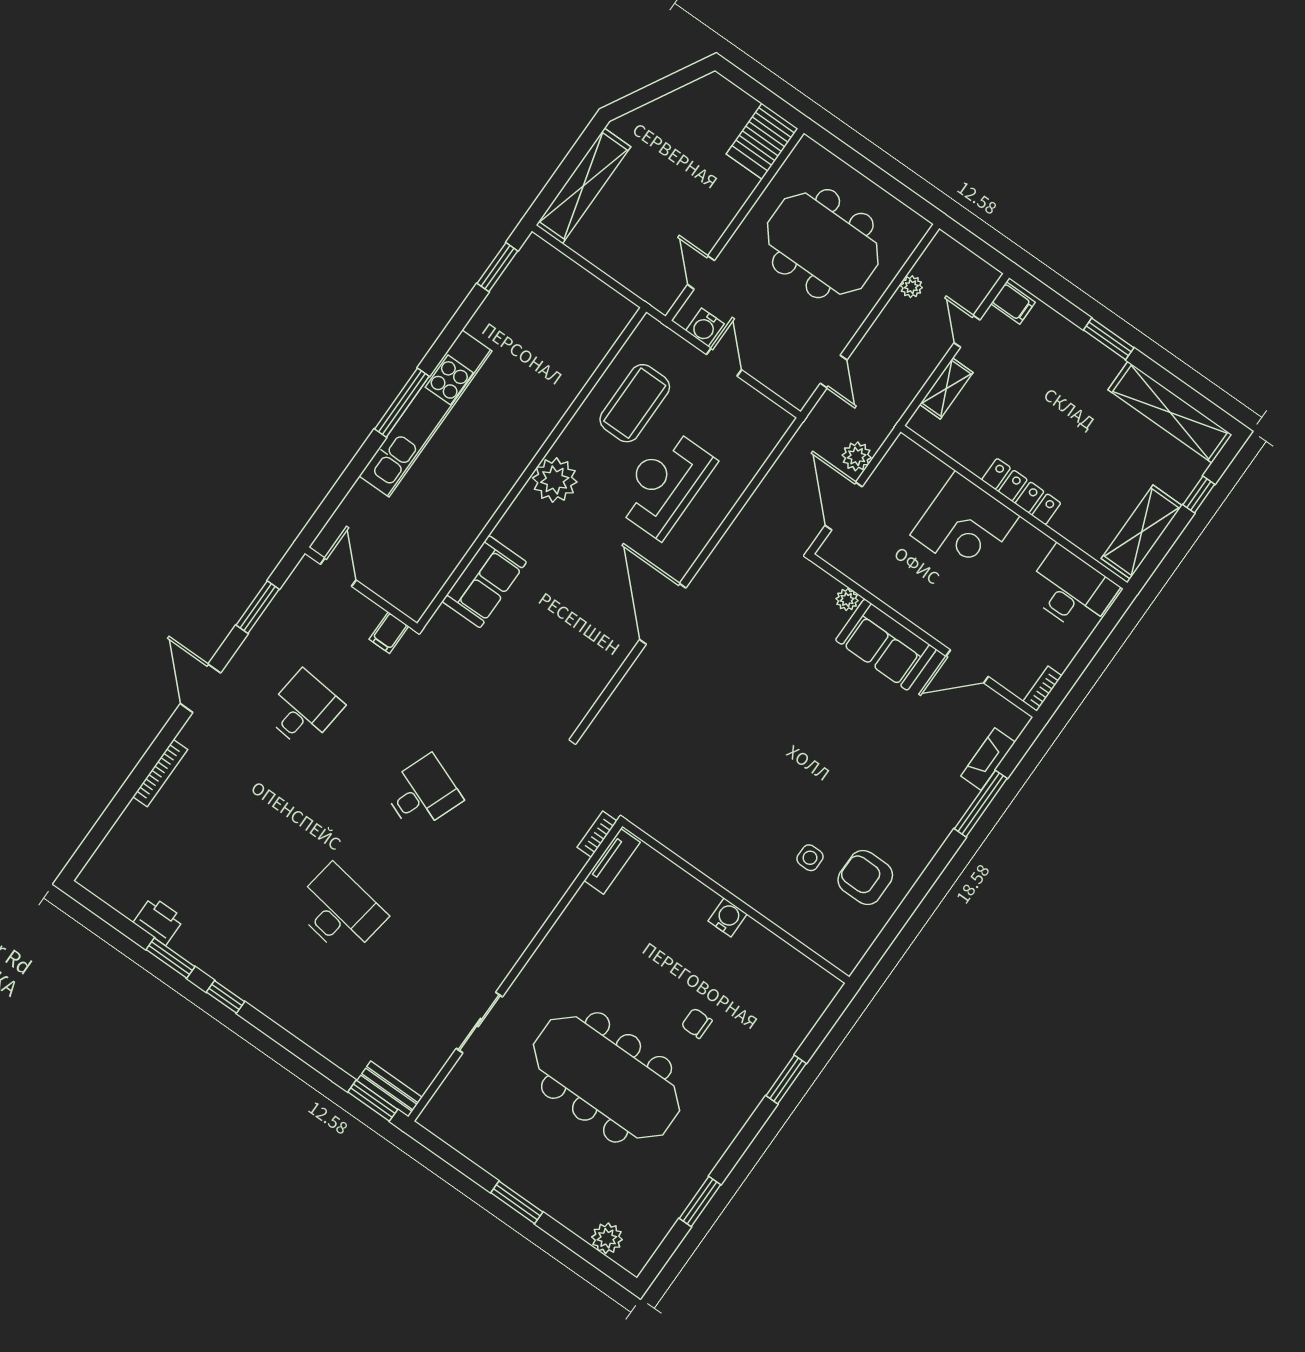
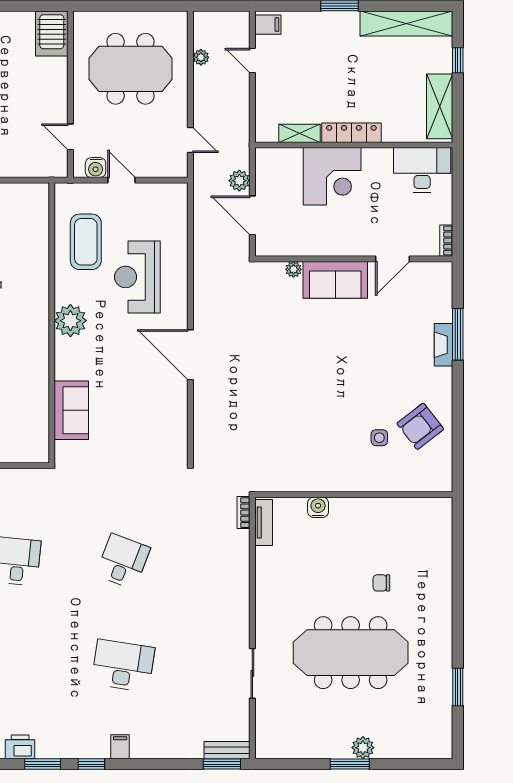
shelving: (946, 388) -> (300, 133), moved, turned 90
filing cabinet: (389, 633) -> (120, 747), moved, turned 180
fireplace: (988, 759) -> (443, 345), moved
armchair: (865, 877) -> (420, 426), turned -38
water cooler: (728, 917) -> (318, 507), moved
window: (786, 1080) -> (458, 579), removed
plant: (607, 1238) -> (363, 748), moved

